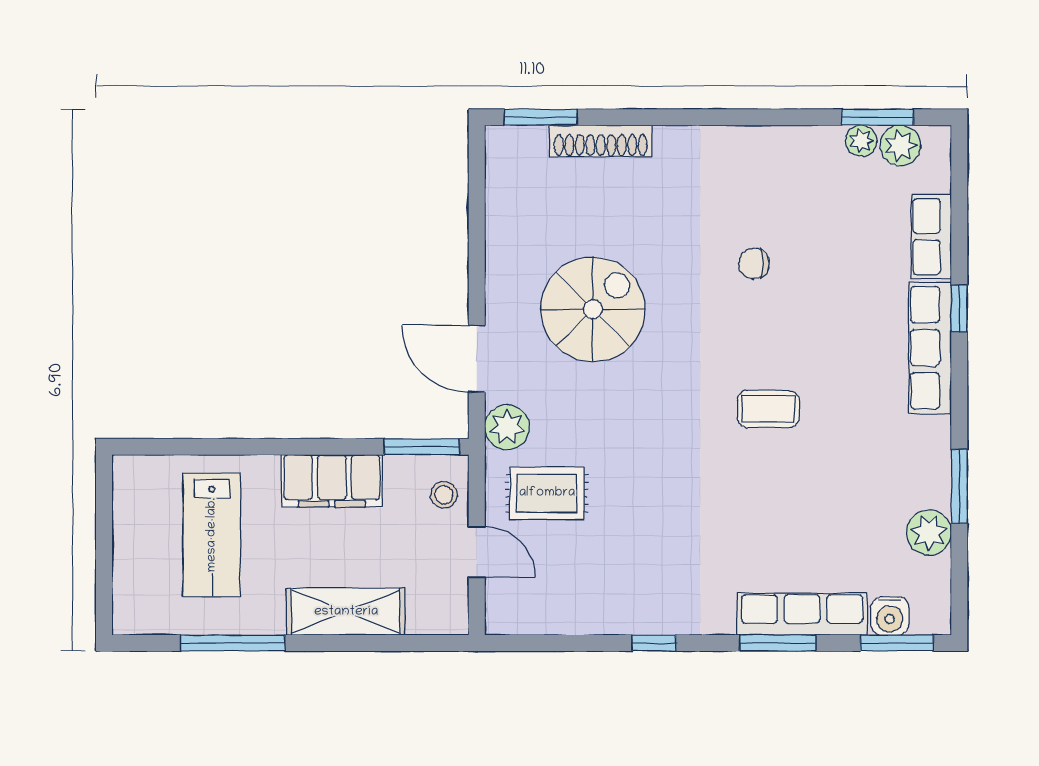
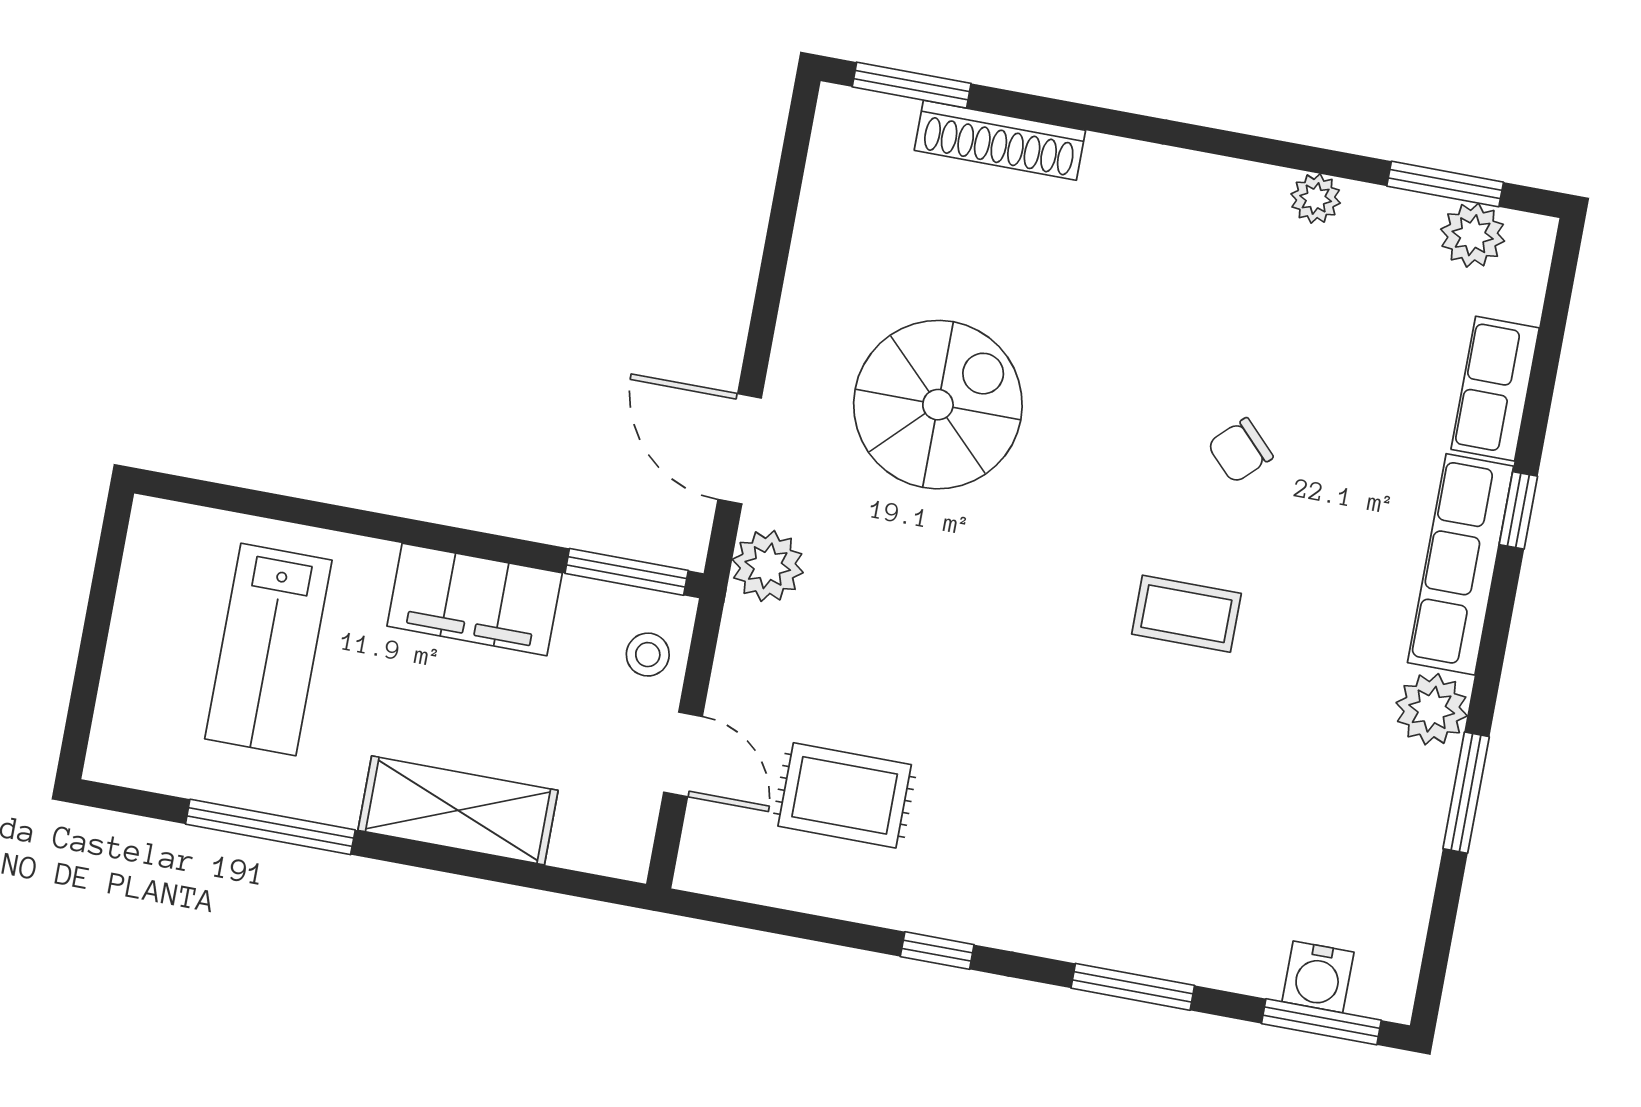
plant: (861, 141) -> (1316, 199), moved
chair: (754, 263) -> (1240, 450), moved, turned -44
rug: (547, 493) -> (845, 795), moved
plant: (929, 533) -> (1432, 709), moved
row of seats: (802, 614) -> (1180, 948), removed

